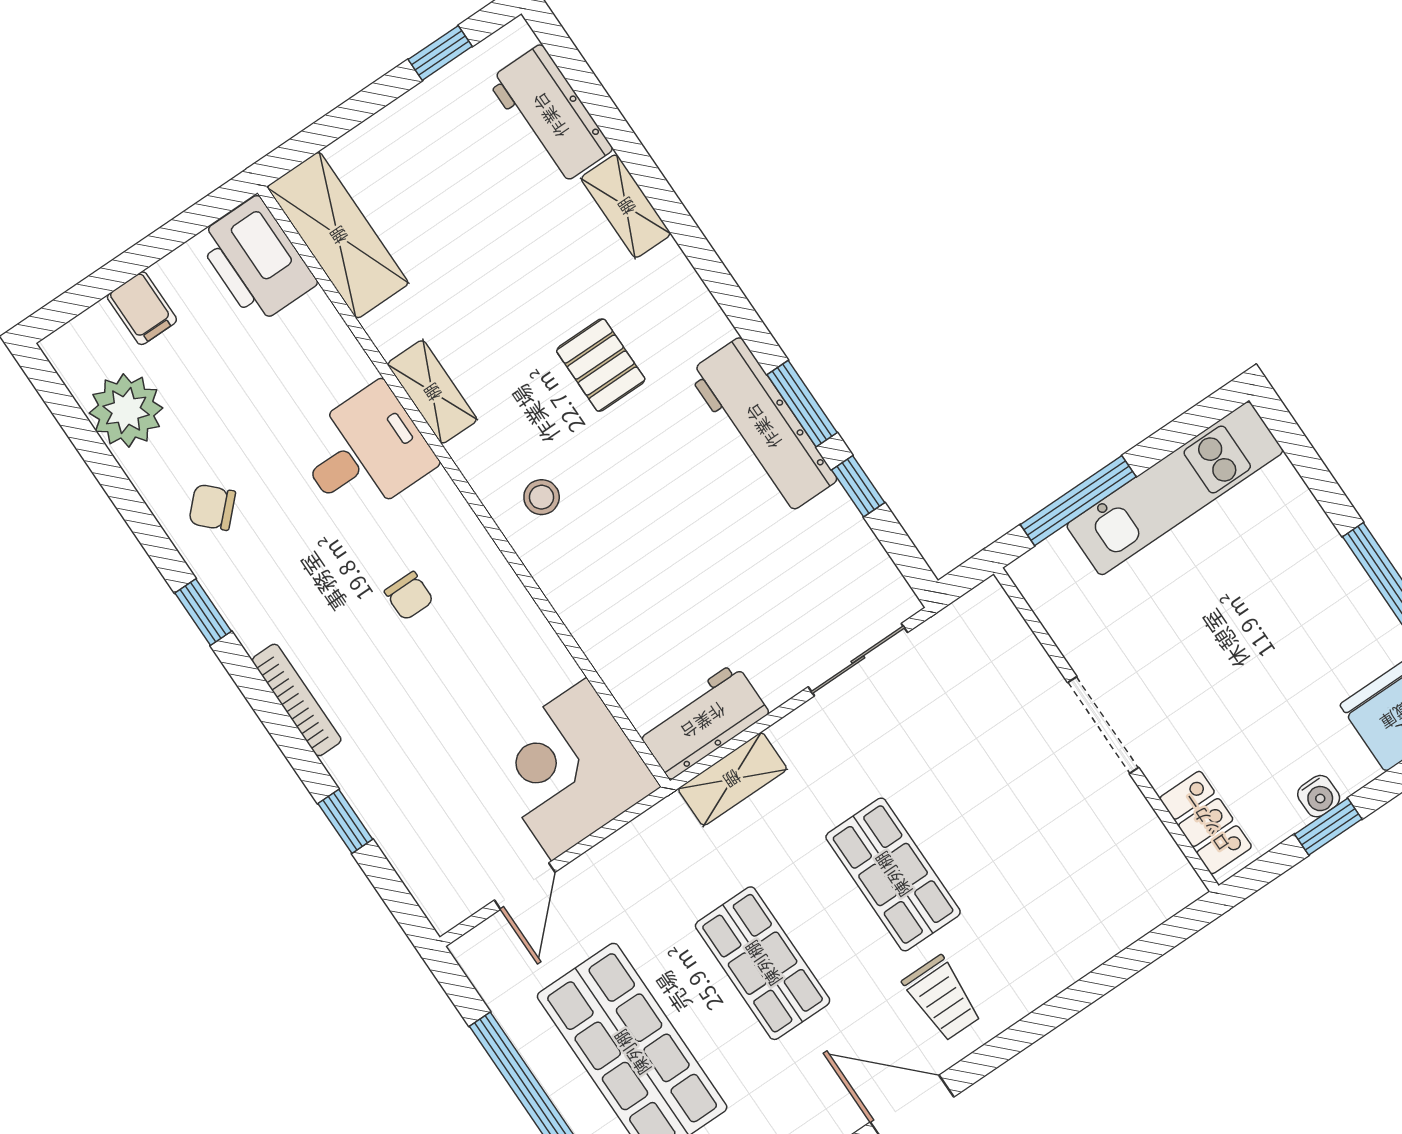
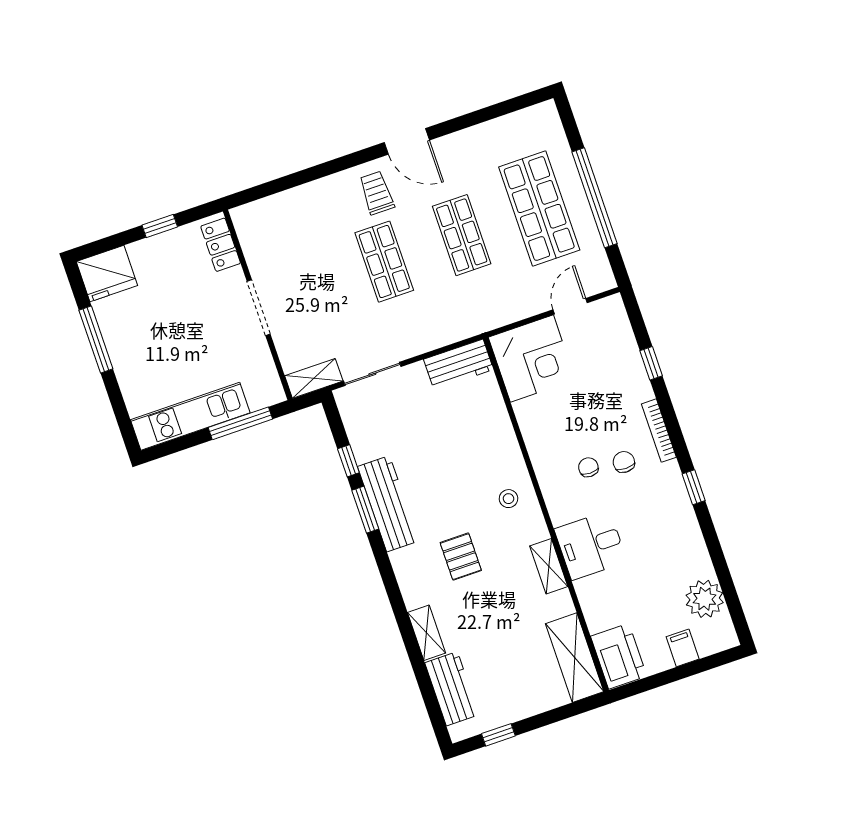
chair: (212, 507) -> (624, 462), moved, turned -135
shelving: (732, 779) -> (314, 378), moved
water cooler: (1319, 796) -> (160, 242), removed

